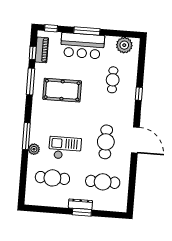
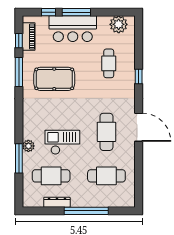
window: (51, 28) -> (48, 12), moved
window: (26, 136) -> (19, 158), moved
dresser: (80, 204) -> (57, 202), moved
window: (82, 212) -> (86, 211), width x2.11

